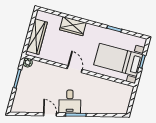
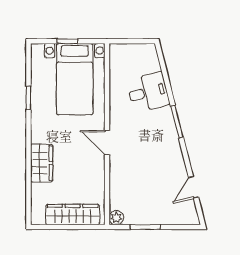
door: (75, 69) -> (107, 142), hinge flipped
desk: (70, 102) -> (148, 92), moved
door: (50, 114) -> (193, 187), moved

